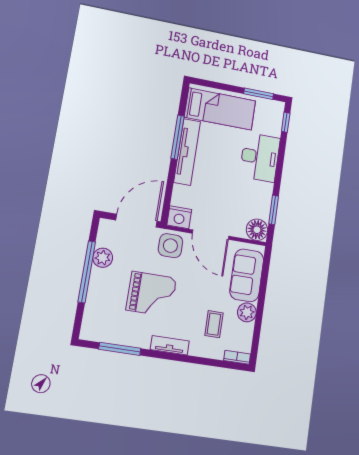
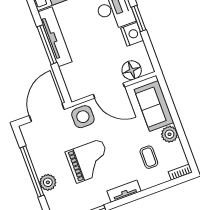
window: (178, 137) -> (47, 45), moved
window: (274, 210) -> (139, 18), moved
nightstand: (179, 217) -> (132, 34), moved, turned -90
floor lamp: (257, 230) -> (132, 70), moved
plant: (103, 258) -> (48, 182), moved

